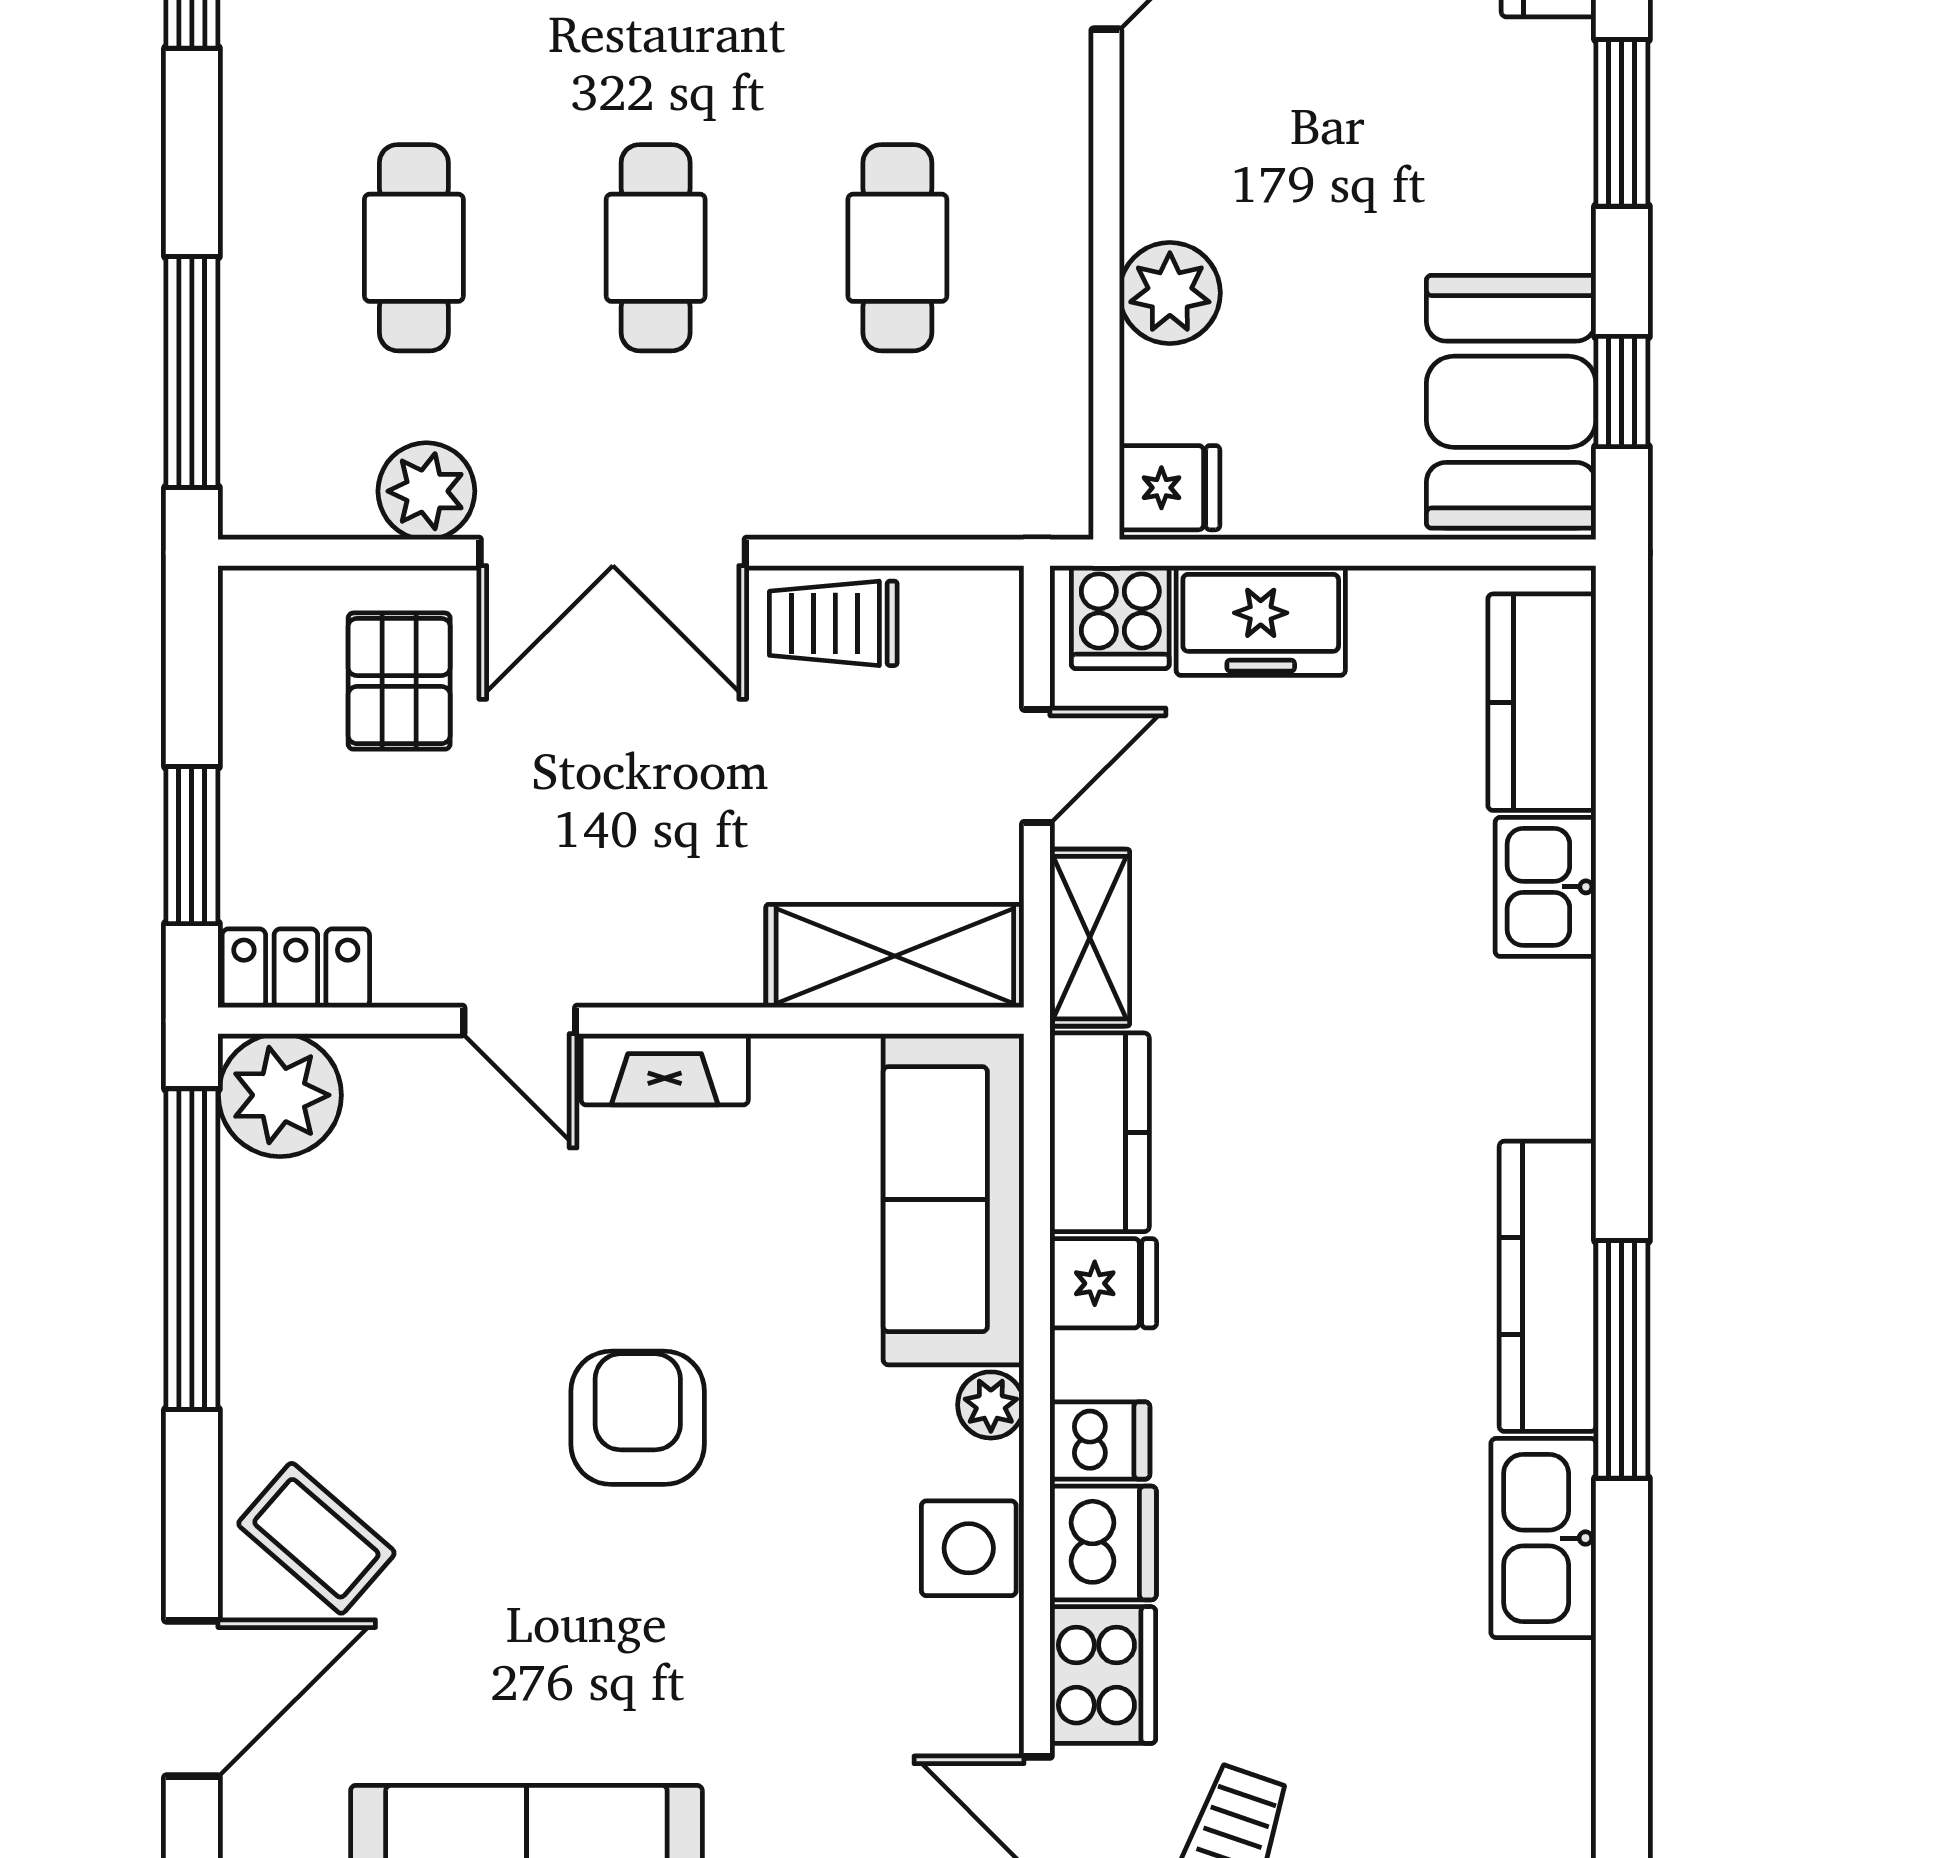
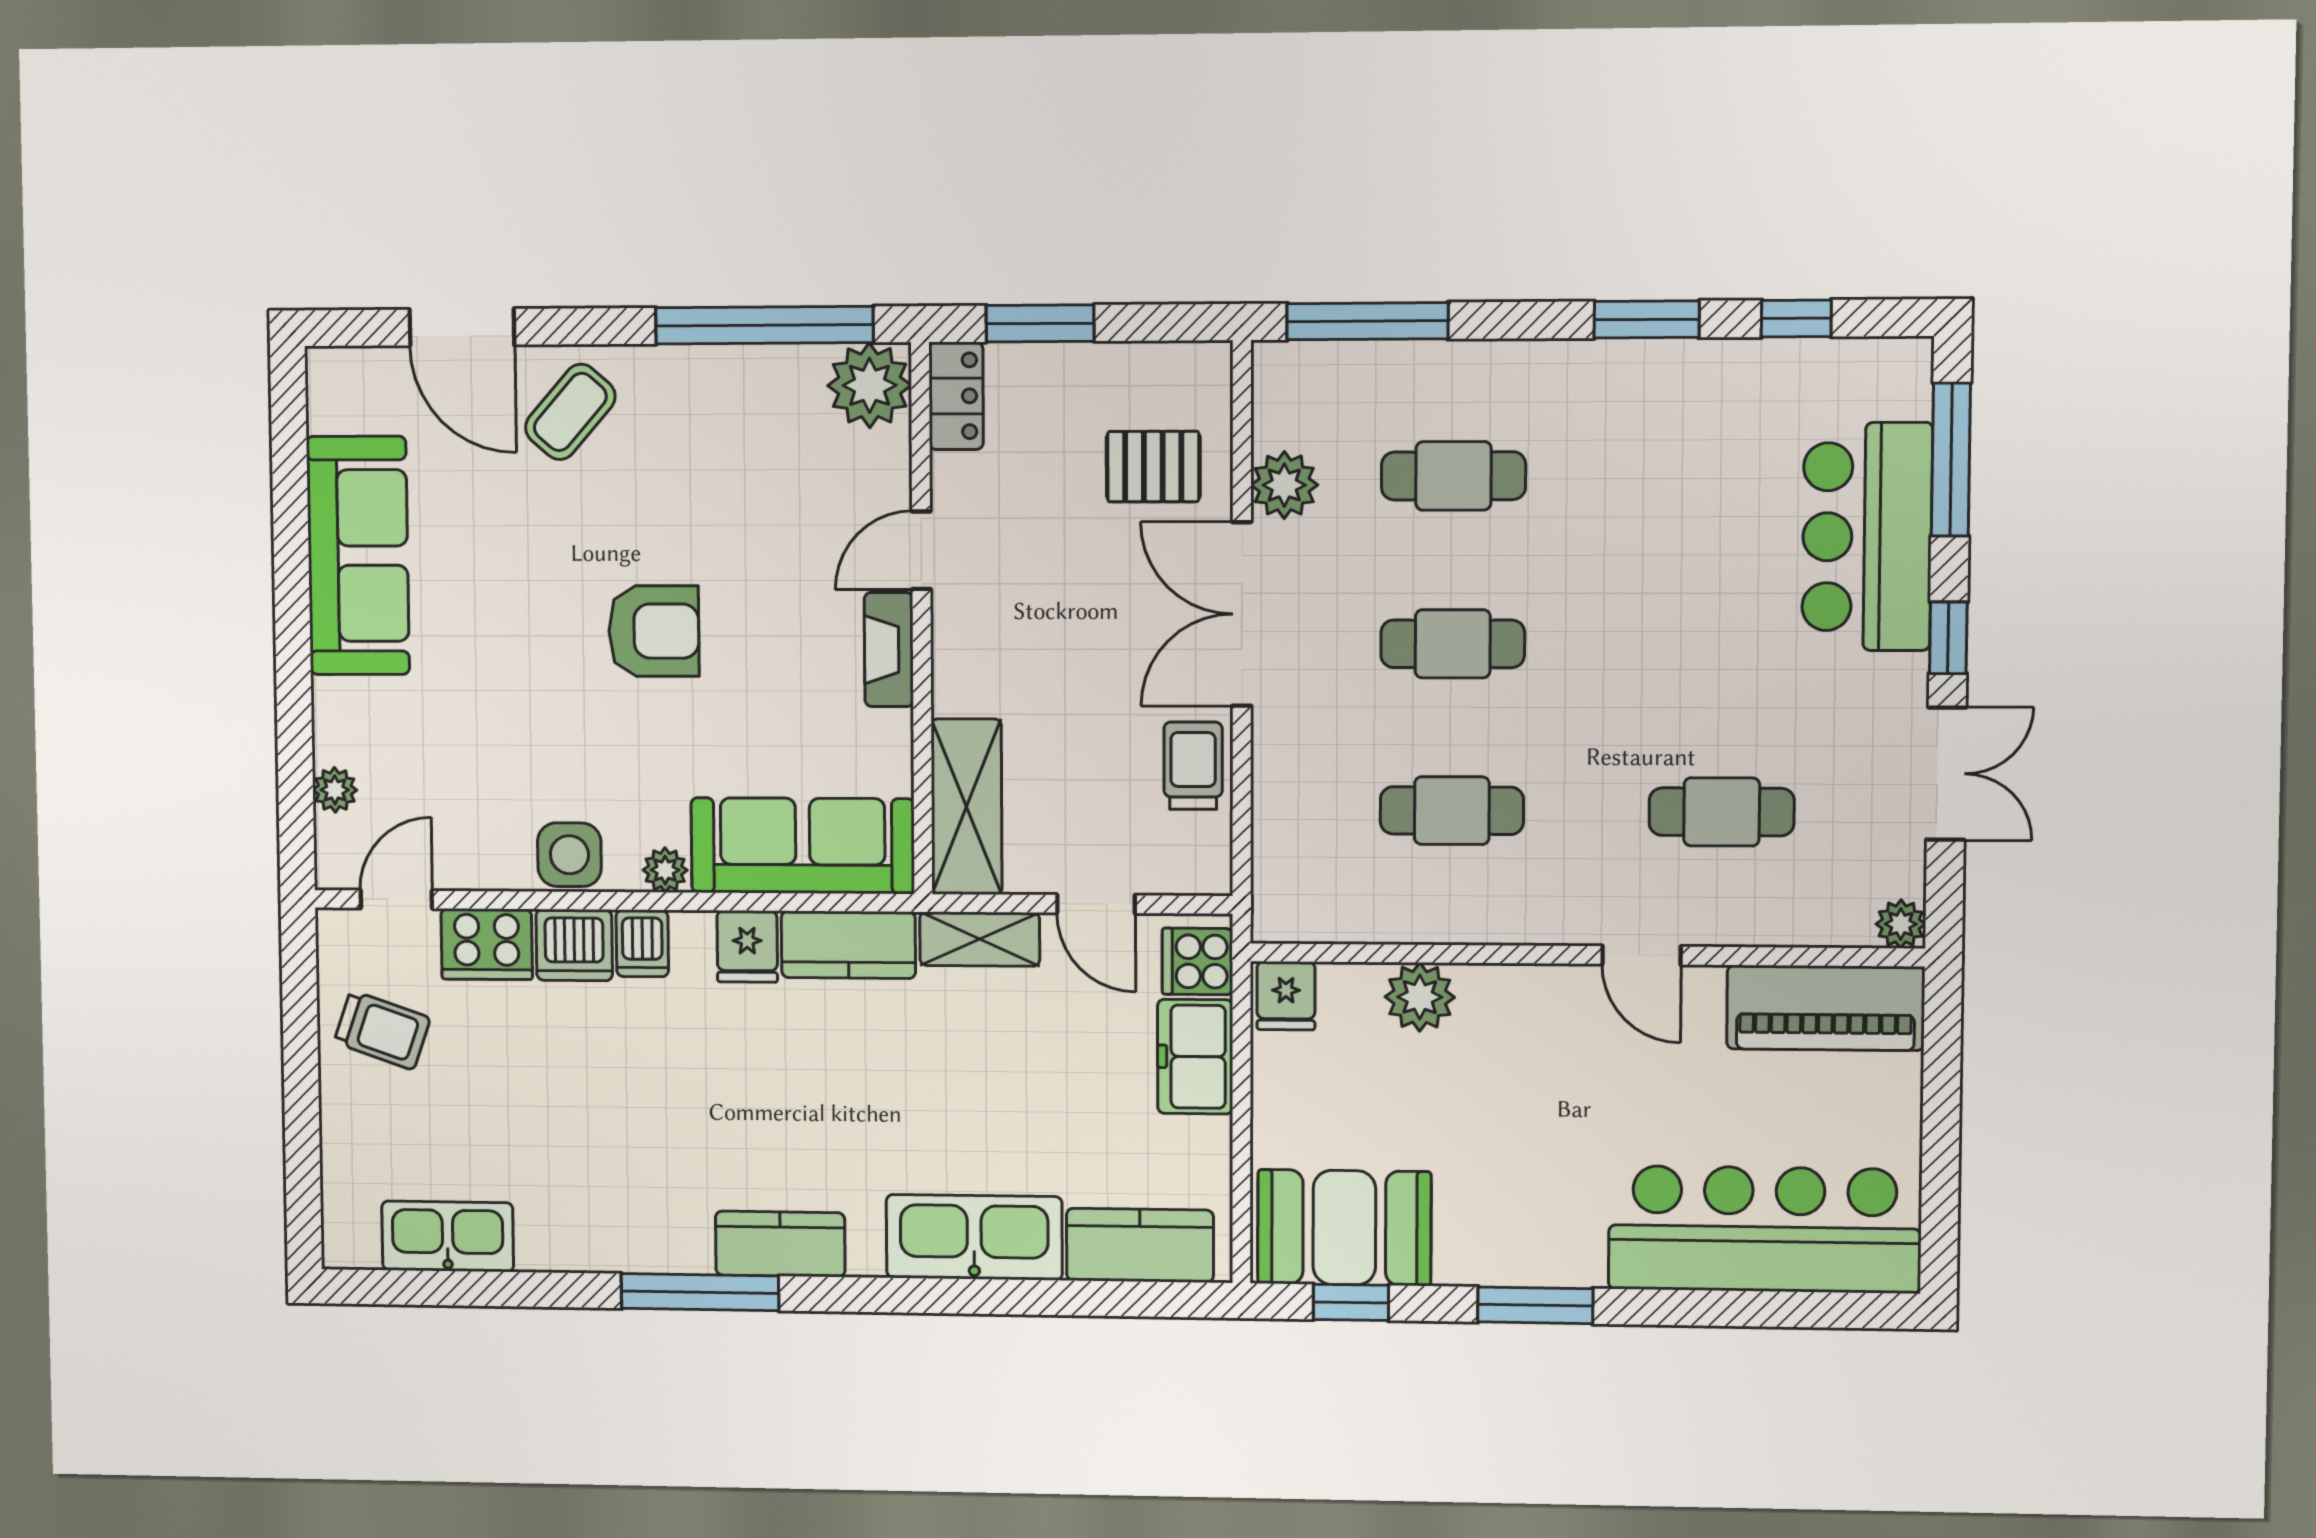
kitchen sink: (1546, 887) -> (974, 1237), width x1.87, depth x1.24
kitchen counter: (1548, 1286) -> (780, 1244), width x0.67
kitchen sink: (1543, 1538) -> (448, 1236), moved

